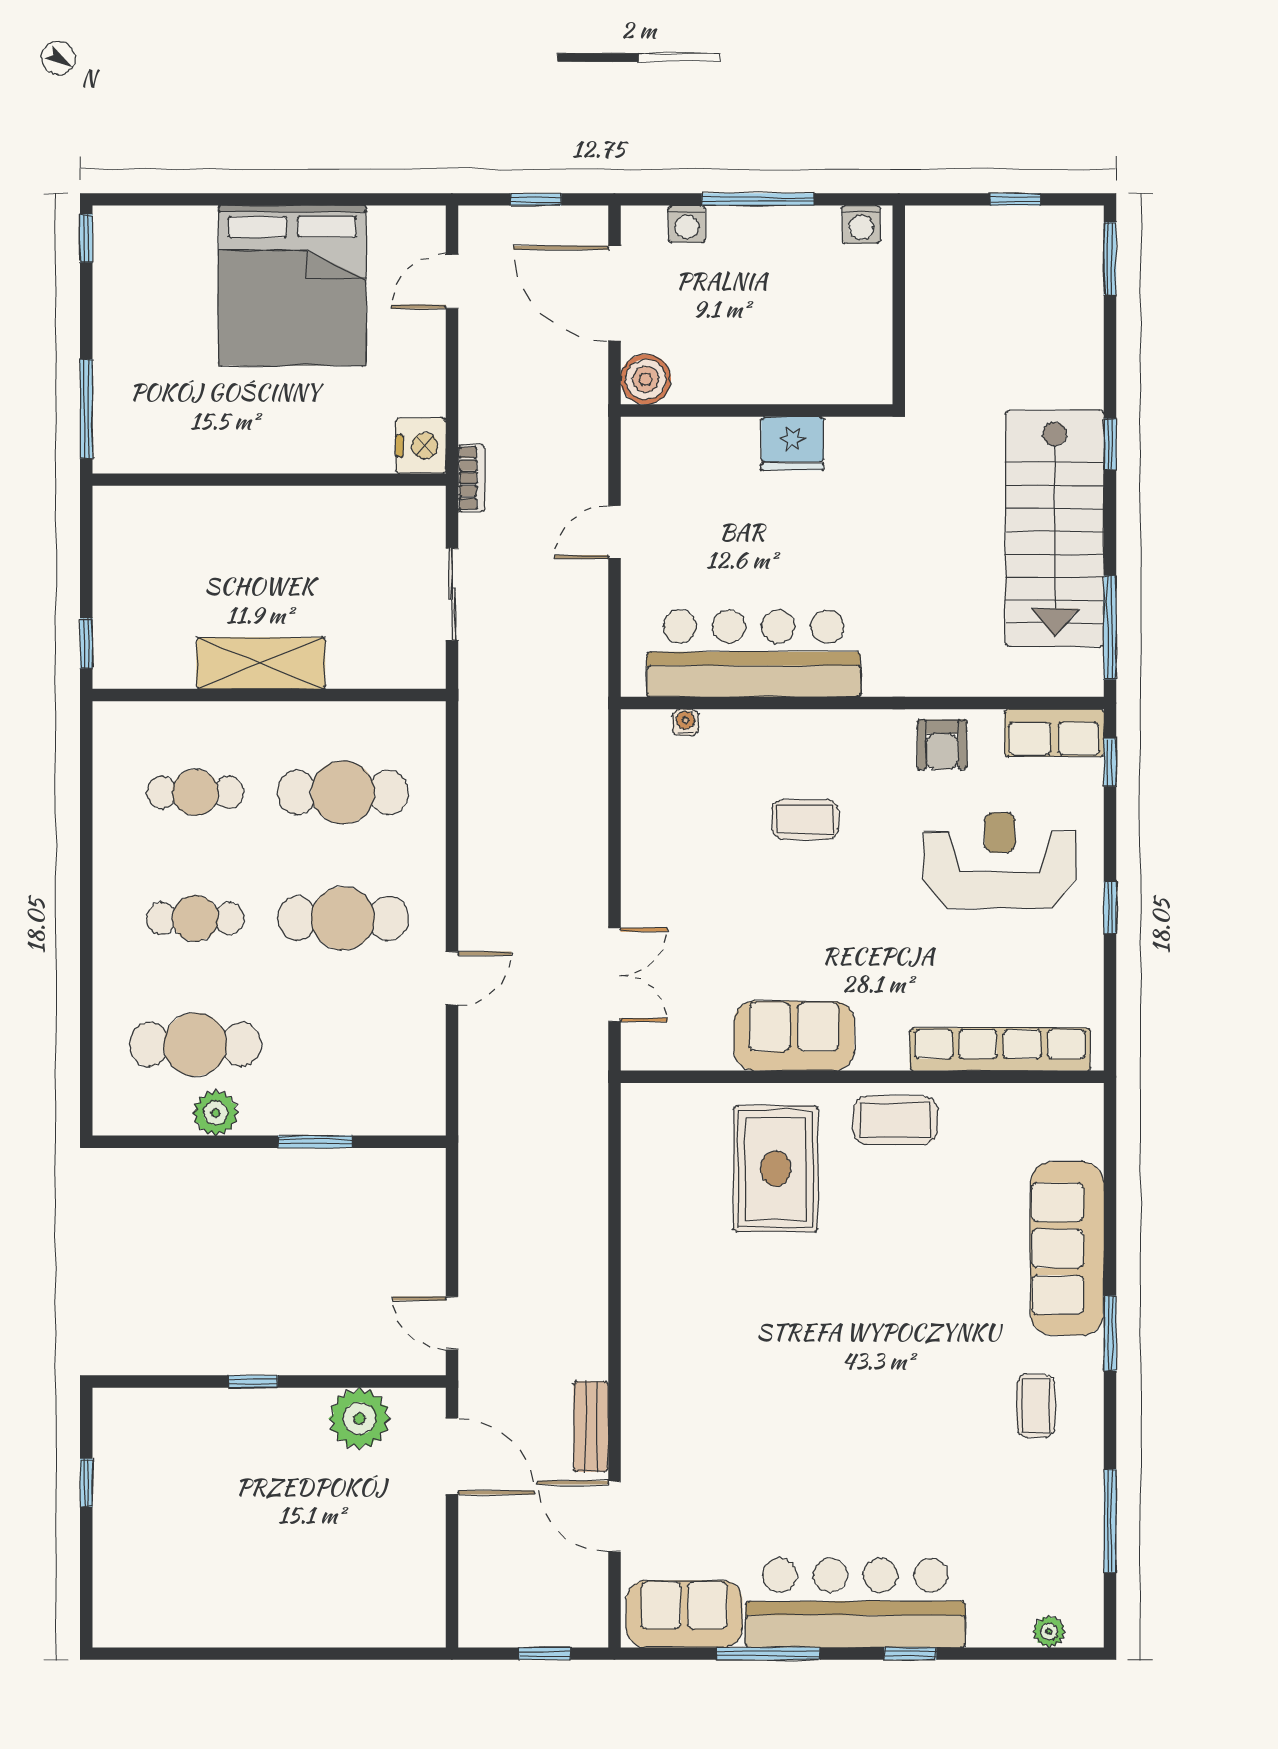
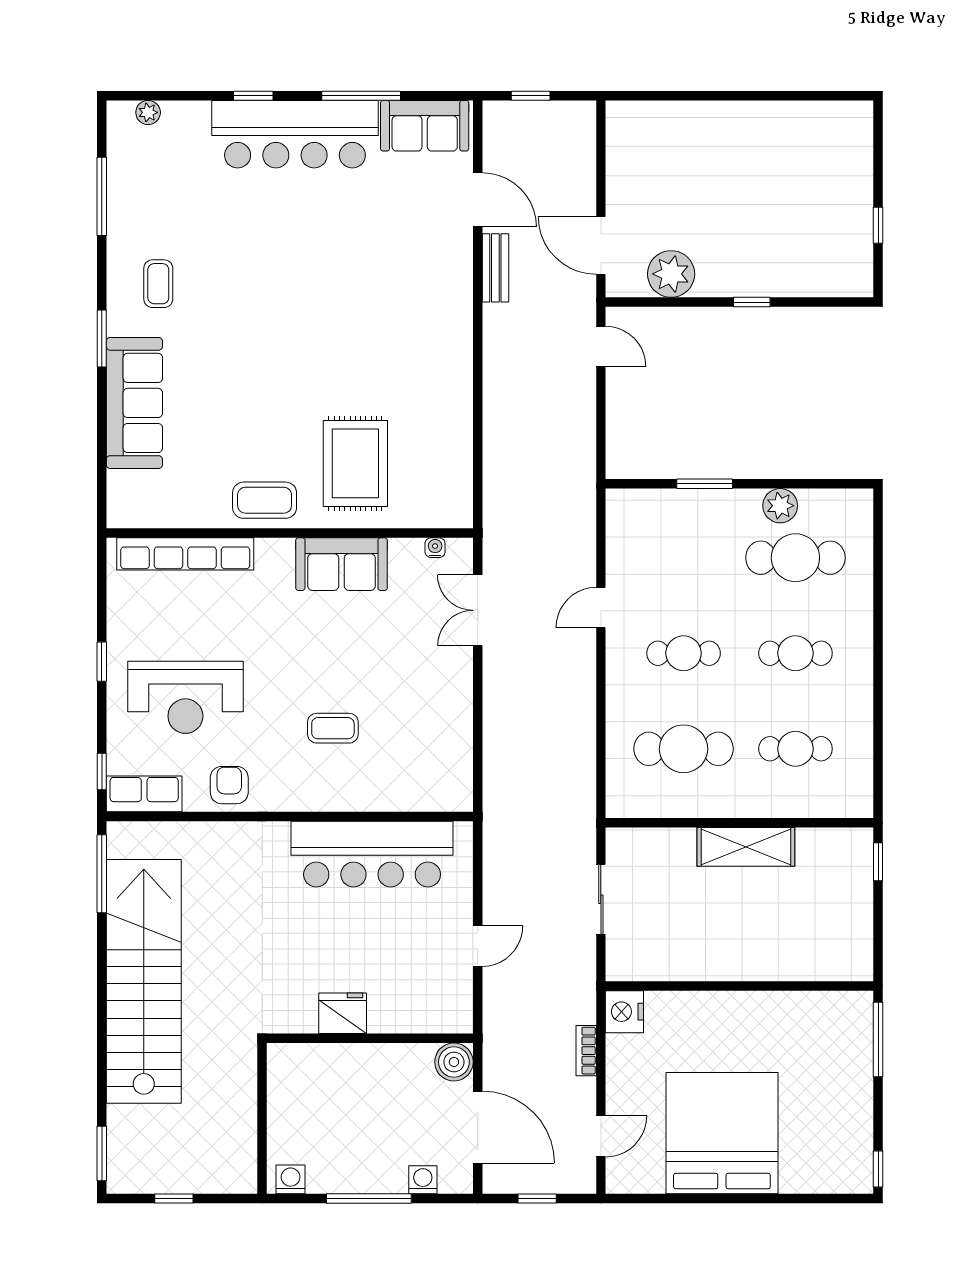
window: (1110, 444) -> (102, 1013), removed
bookcase: (471, 478) -> (586, 1051), moved
stairs: (1055, 528) -> (144, 981), width x1.36
water cooler: (685, 722) -> (435, 548), moved, turned 180
cafe table: (343, 918) -> (684, 653), width x0.73, depth x0.74

